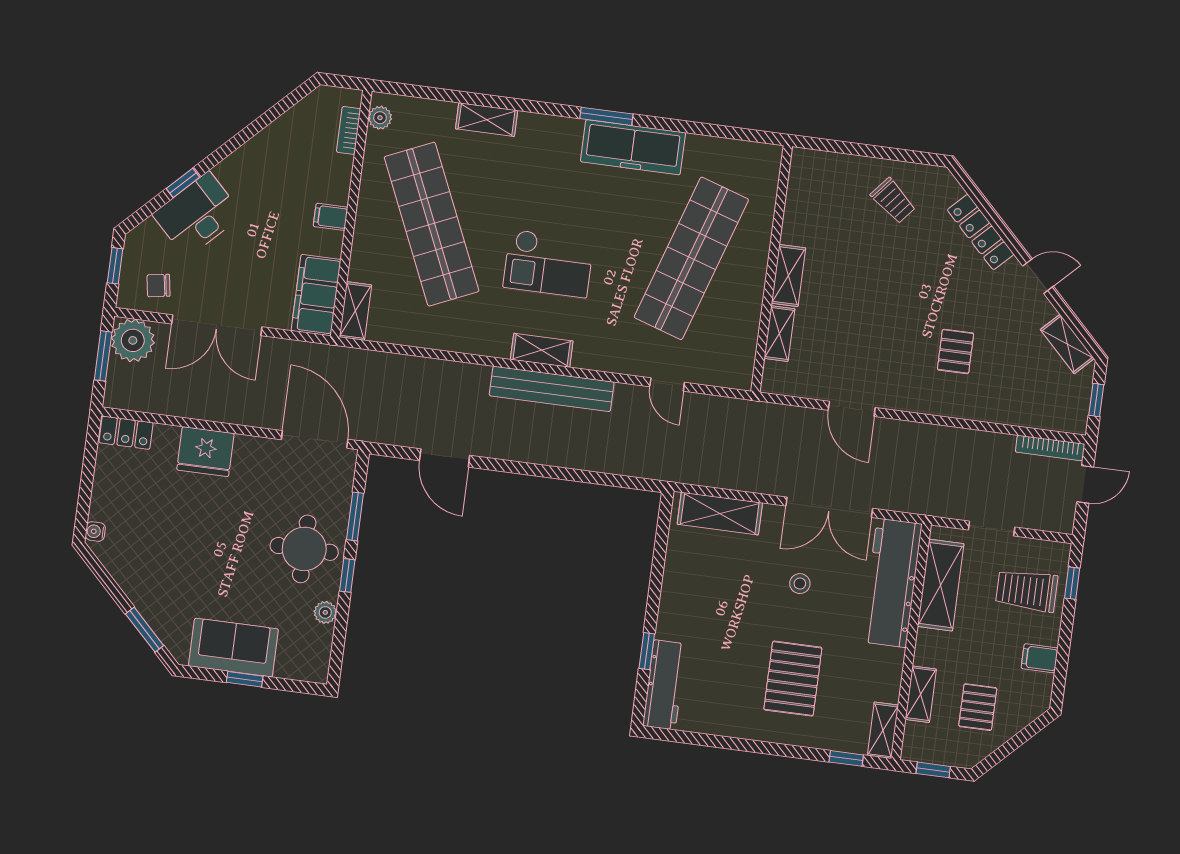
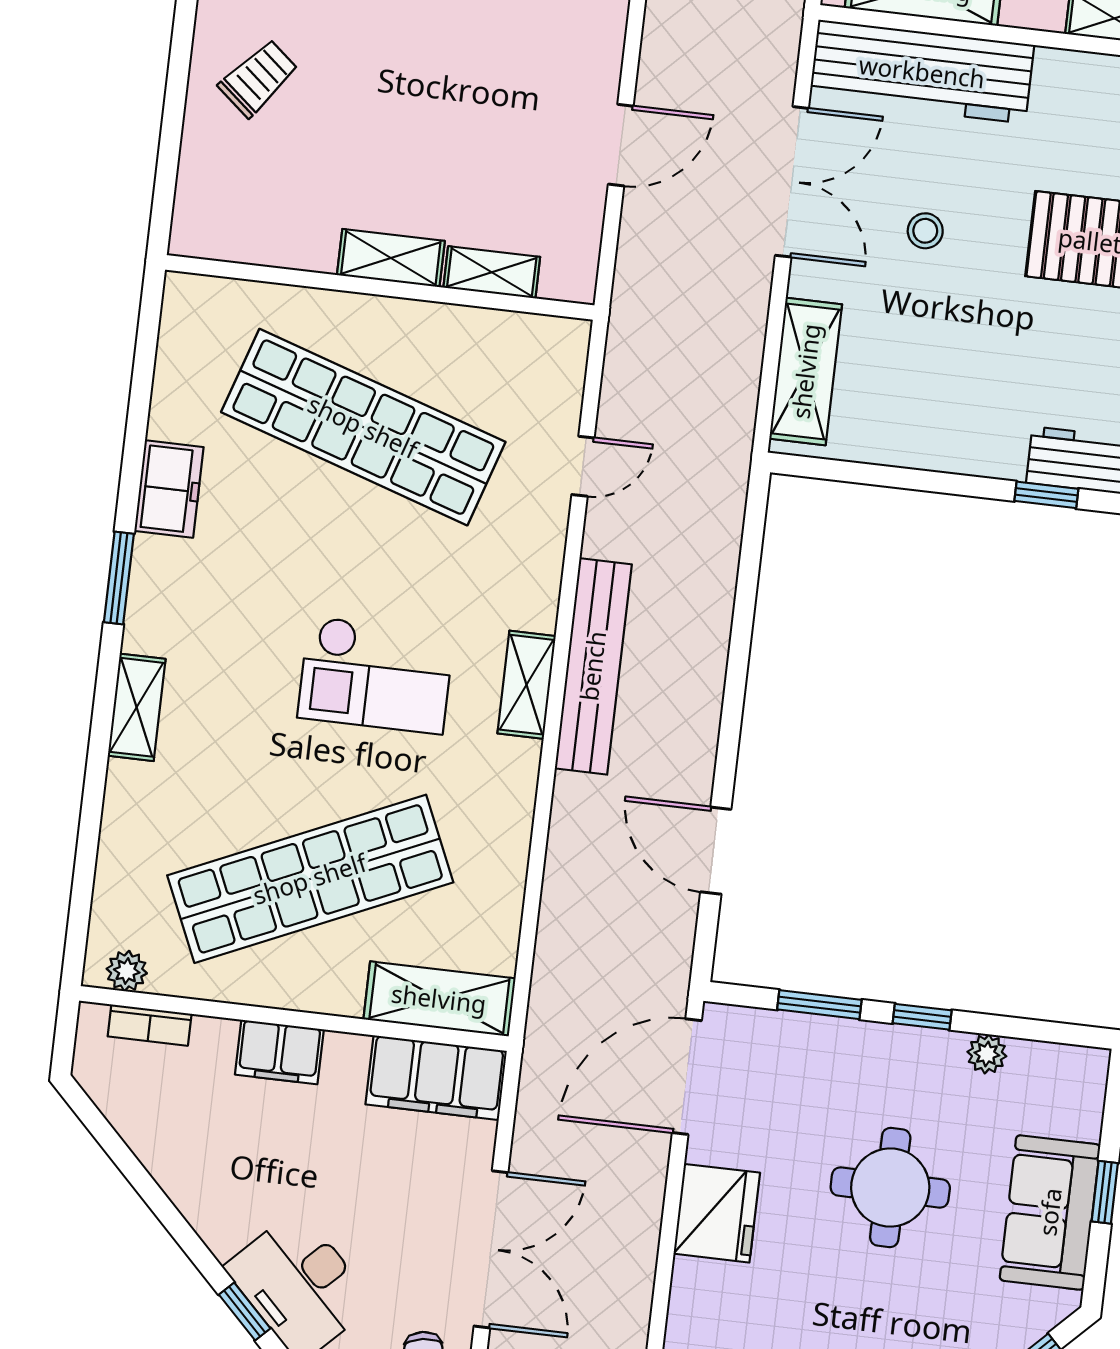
shelving: (487, 120) -> (137, 707), moved
freezer: (633, 147) -> (169, 489), width x0.52, depth x0.79
filing cabinet: (331, 217) -> (279, 1052), width x2.00
checkout: (548, 264) -> (376, 675), turned 90
shelving: (355, 311) -> (439, 999), width x1.50, depth x1.33
fridge: (205, 452) -> (717, 1213), moved
door: (445, 458) -> (716, 851), swing flipped
round table: (304, 549) -> (890, 1188), moved

